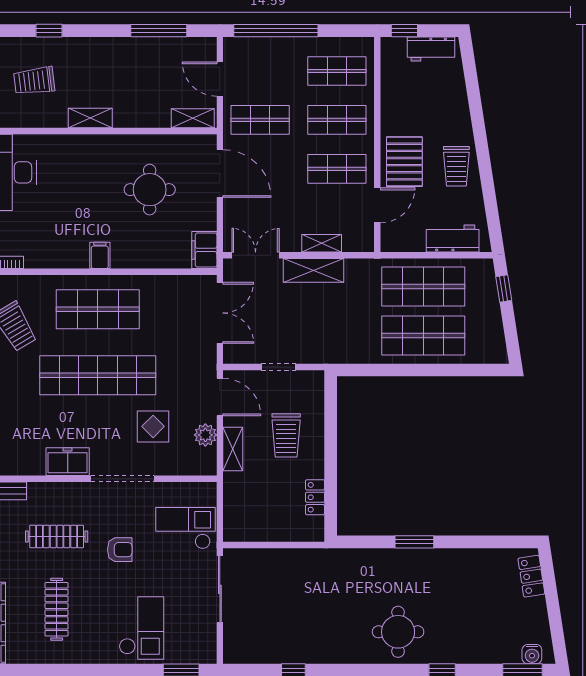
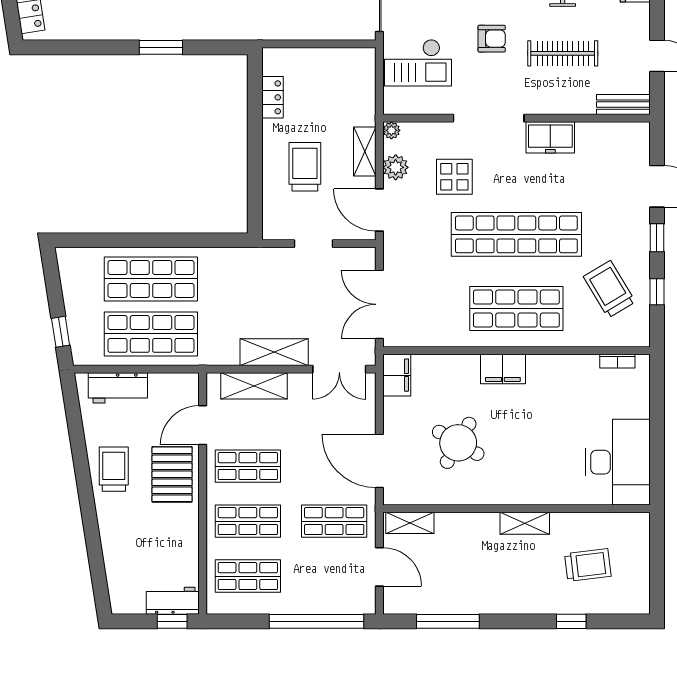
workbench: (431, 49) -> (173, 601), moved
round table: (150, 190) -> (458, 443), turned 30
shelving: (322, 243) -> (254, 386), width x1.50, depth x1.33
filing cabinet: (100, 255) -> (503, 369), width x2.00
plant: (209, 468) -> (391, 130), added
armchair: (120, 550) -> (492, 39), turned 180

